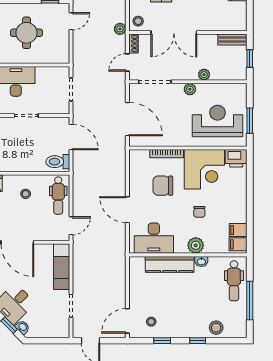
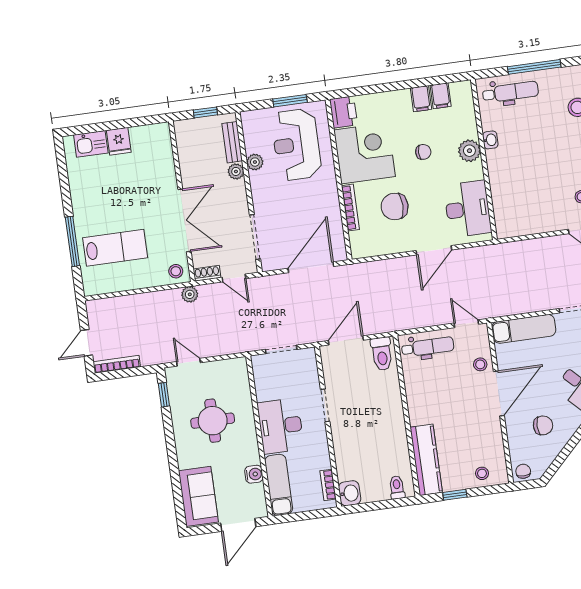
bench: (232, 40) -> (232, 142), moved
plant: (190, 89) -> (255, 162), moved
chair: (163, 186) -> (395, 206), turned 90
stool: (26, 194) -> (480, 364), moved
filing cabinet: (238, 244) -> (421, 99), moved
kitchen counter: (170, 264) -> (500, 183), removed

